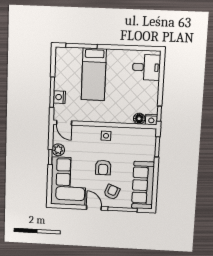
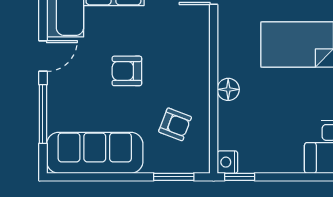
floor lamp: (139, 119) -> (228, 89), moved
side table: (106, 136) -> (191, 74), removed
armchair: (112, 192) -> (175, 124), moved

